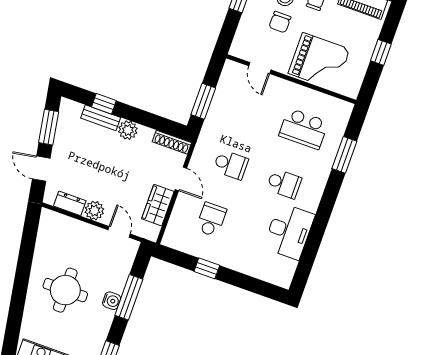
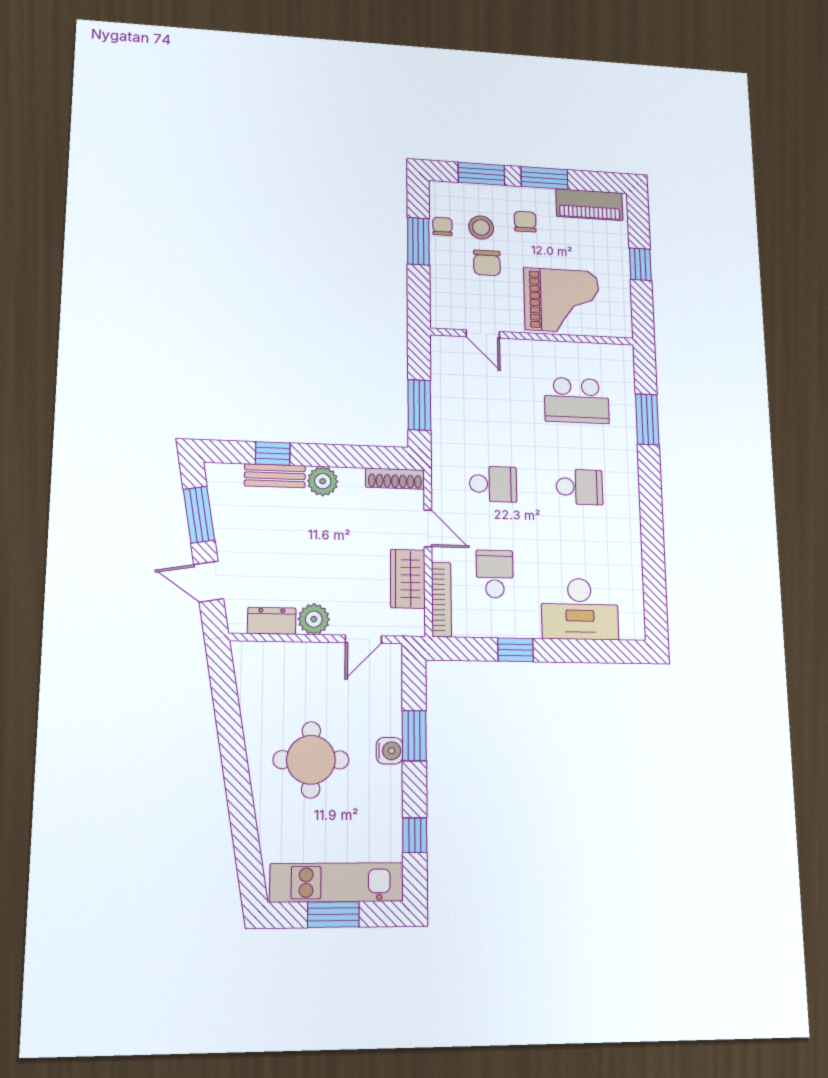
bookcase: (173, 224) -> (441, 600), added
desk: (289, 231) -> (580, 609), moved, turned 90
door: (119, 232) -> (363, 639), swing flipped
window: (129, 297) -> (414, 736), width x0.69

